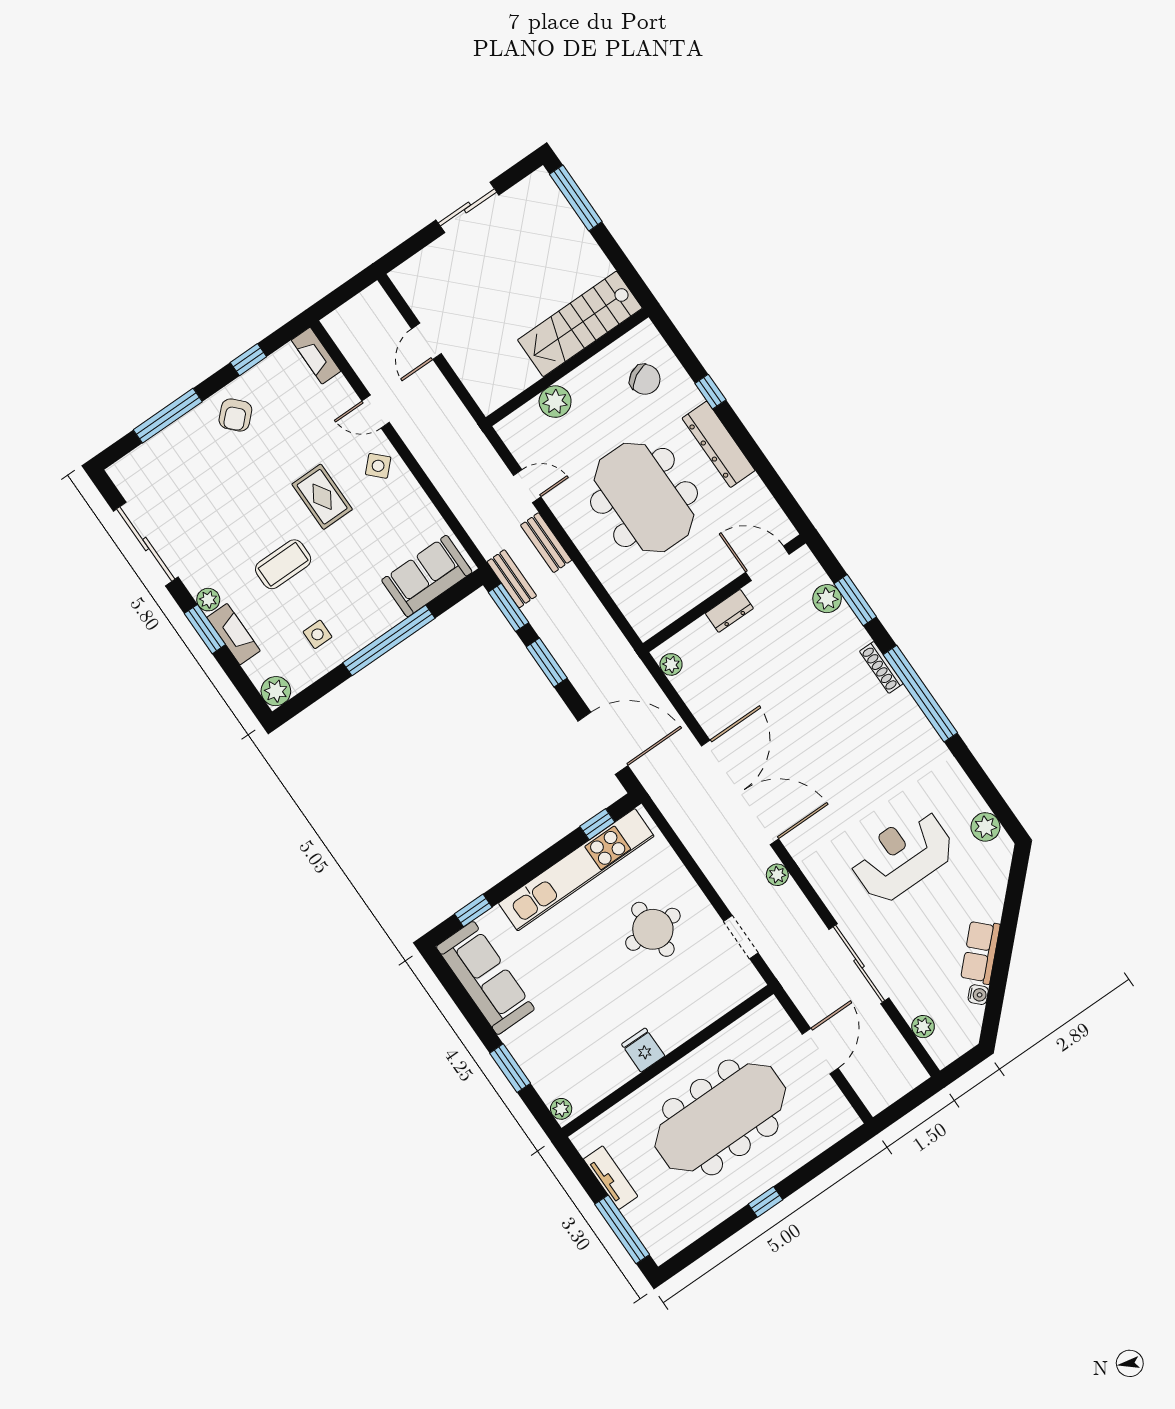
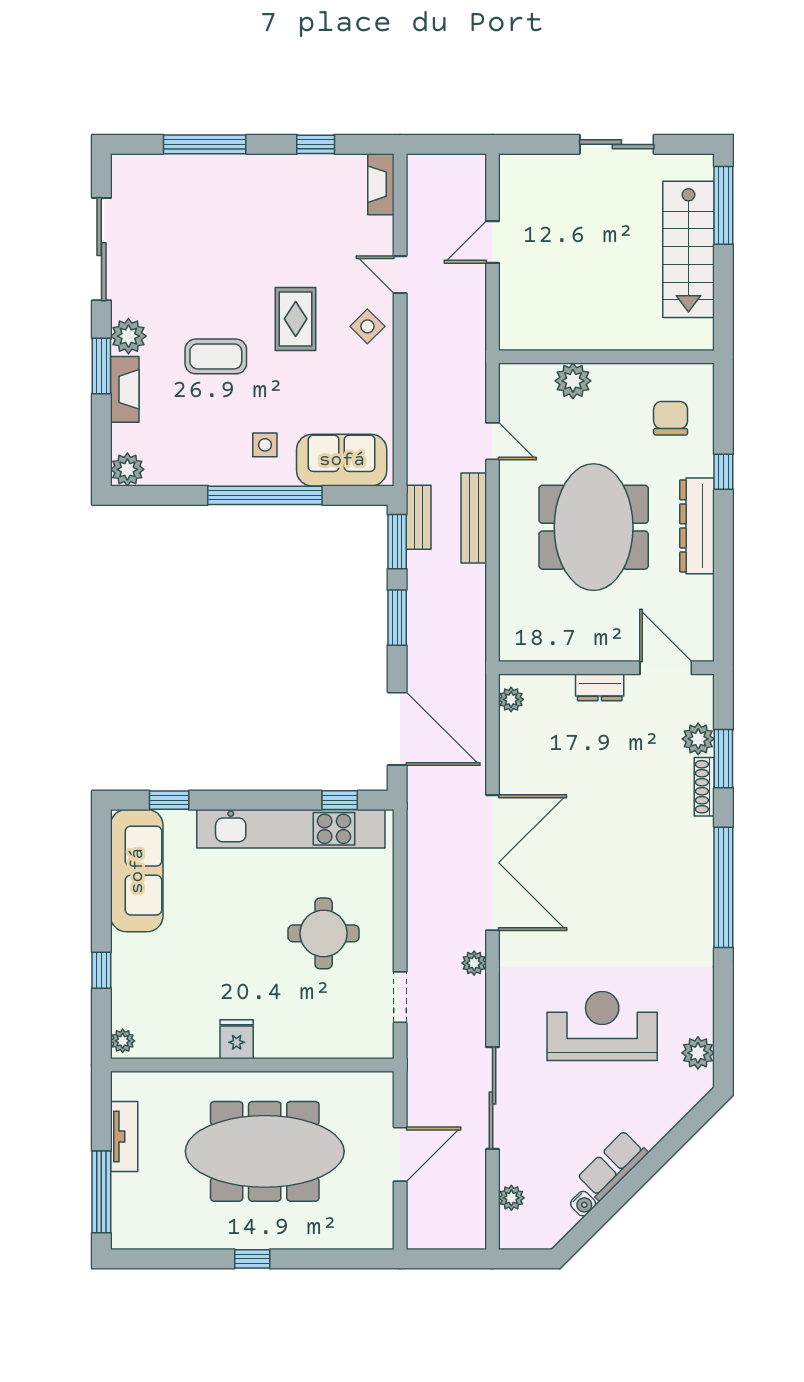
stairs: (580, 324) -> (688, 249), moved, turned -90
chair: (645, 379) -> (671, 418), turned -151
armchair: (235, 415) -> (268, 187), removed
bench: (546, 543) -> (474, 518), width x1.36
plant: (208, 600) -> (128, 336), width x1.38, depth x1.38
side table: (317, 634) -> (265, 445), moved
shoe rack: (881, 667) -> (704, 787), moved
window: (510, 1068) -> (101, 970), width x0.67

